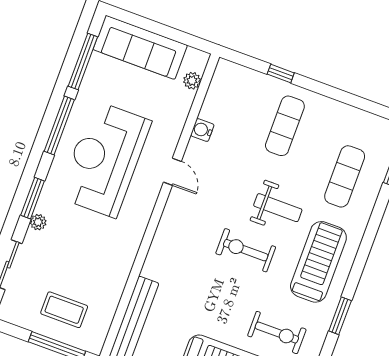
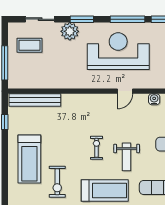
plant: (38, 222) -> (70, 31), width x1.88, depth x1.88
exercise bike: (246, 250) -> (96, 148), width x0.73, depth x0.72
coffee table: (64, 310) -> (29, 45), moved, turned 90

